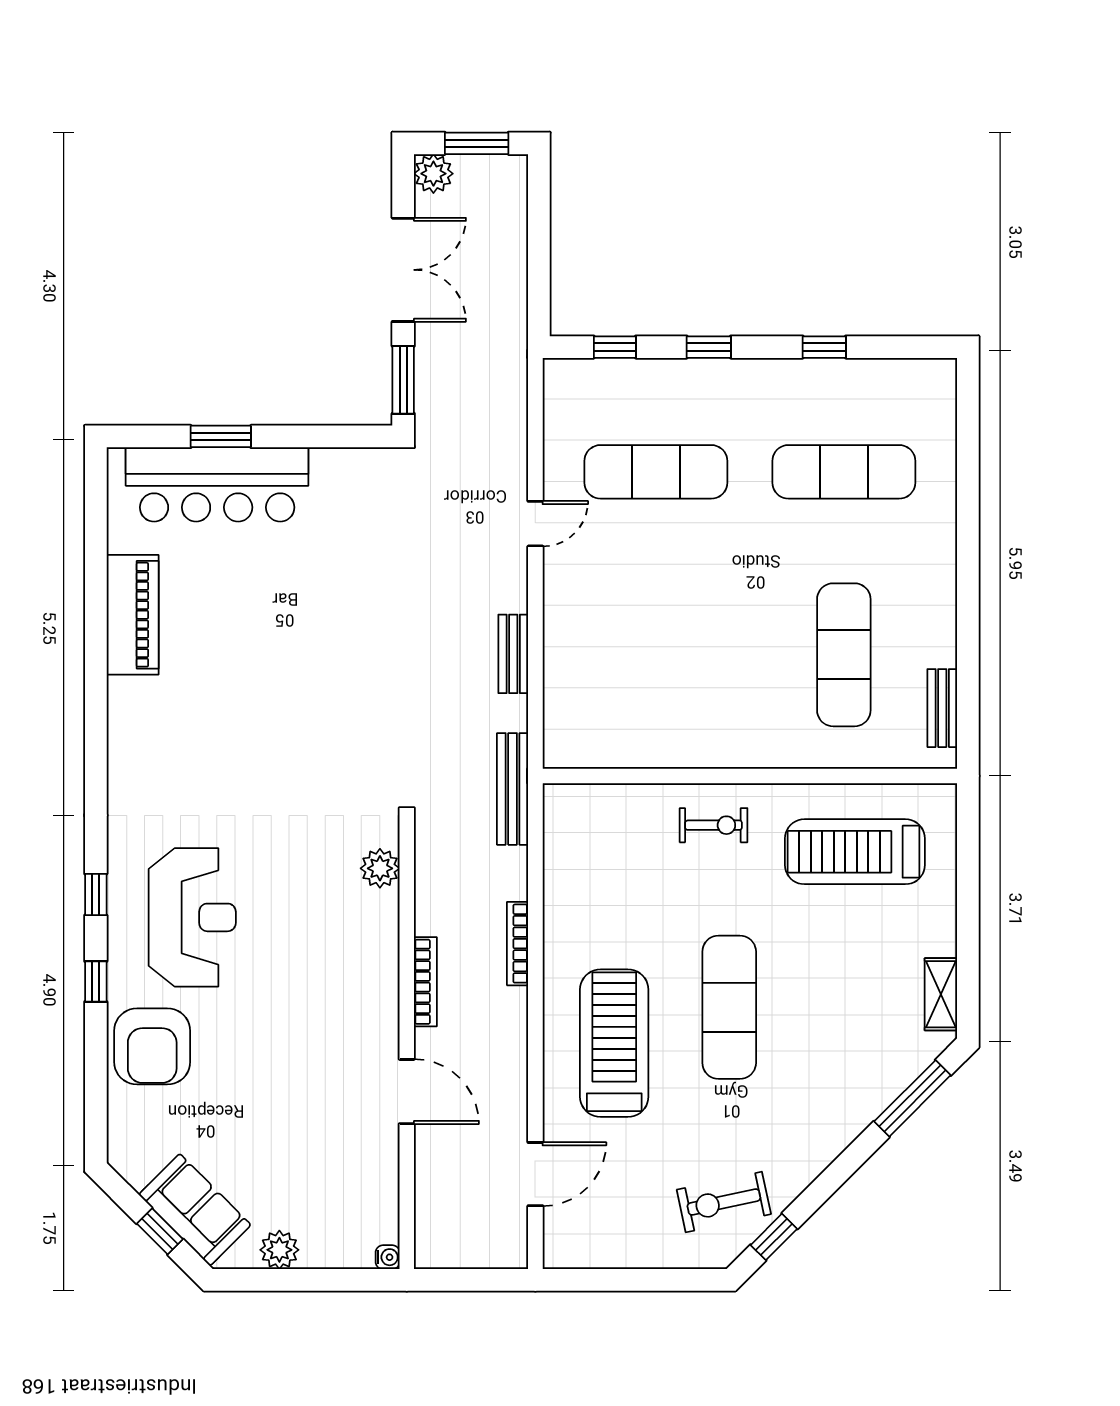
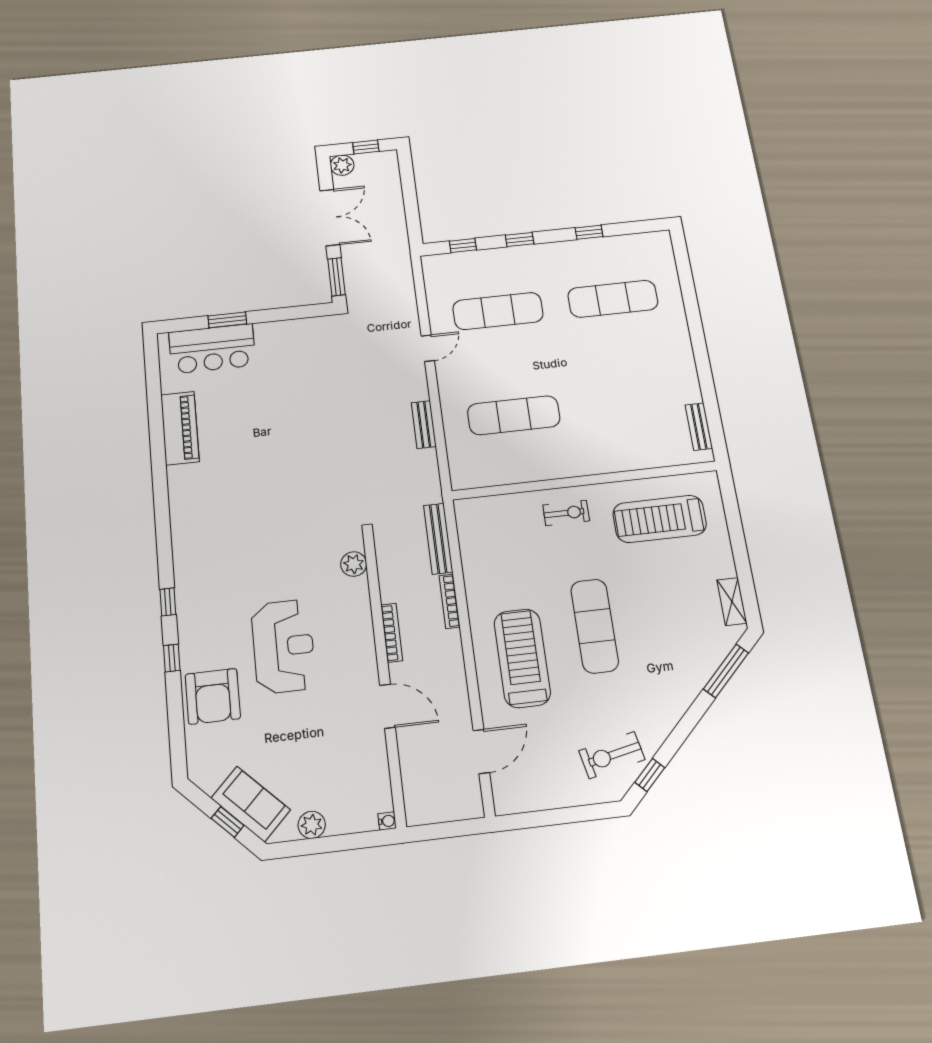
window: (477, 143) -> (366, 147), width x0.67
bar counter: (217, 484) -> (212, 349), width x0.73
exercise mat: (844, 655) -> (514, 415), moved, turned 90
bench: (513, 789) -> (438, 539), moved
reception desk: (192, 917) -> (283, 646), moved

